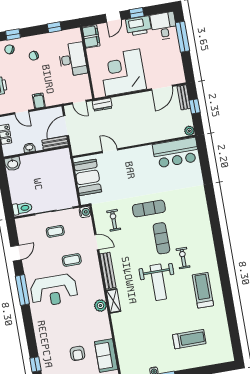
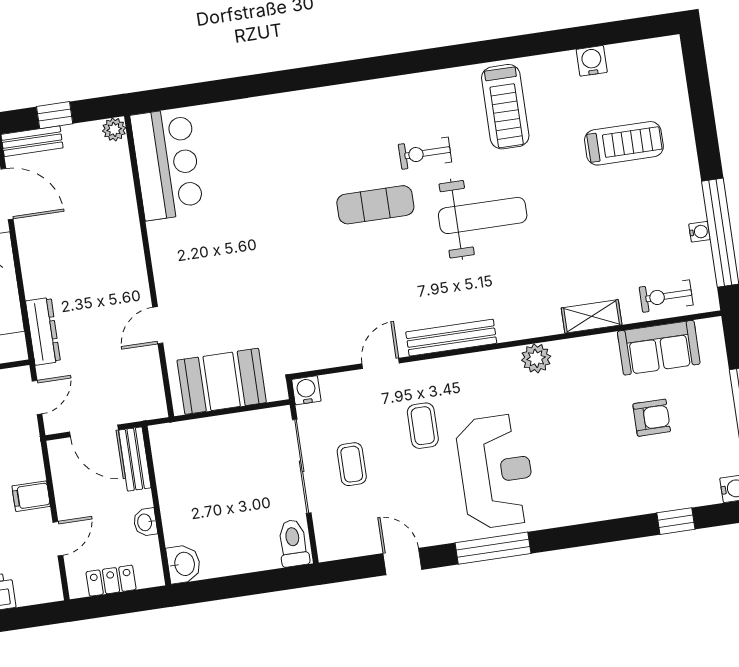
dresser: (102, 105) -> (43, 331), width x1.44
exercise mat: (149, 208) -> (302, 234), removed
exercise bike: (114, 220) -> (666, 296), moved
treadmill: (203, 290) -> (505, 107), turned -90
shelving: (113, 301) -> (592, 316), moved
water cooler: (223, 325) -> (592, 61), added
treadmill: (189, 339) -> (624, 143), turned 90

